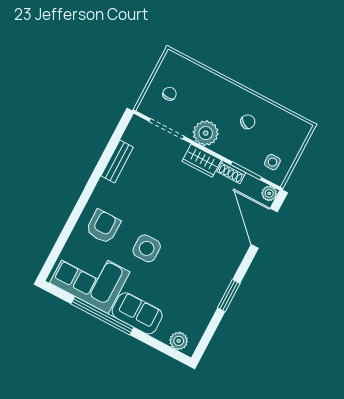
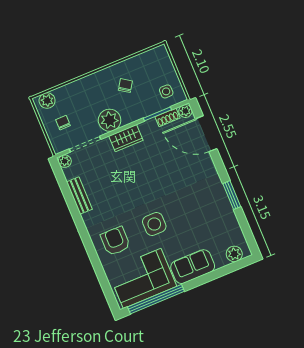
plant: (177, 64) -> (47, 101), added
plant: (137, 123) -> (65, 161), added
shoe rack: (231, 172) -> (167, 117), moved
window: (102, 316) -> (156, 299), moved

